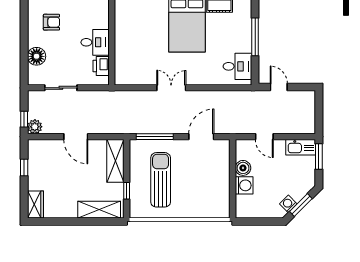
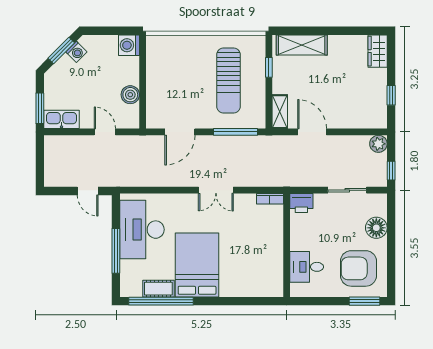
armchair: (51, 22) -> (358, 268), width x1.88, depth x1.88
desk: (95, 42) -> (307, 267), moved
printer: (101, 66) -> (301, 203), moved, turned 90
desk: (237, 66) -> (142, 230), width x1.87, depth x1.30
bookcase: (126, 81) -> (270, 199), added
window: (24, 119) -> (391, 171), moved
door: (76, 137) -> (312, 132), moved
shelving: (115, 161) -> (280, 112), width x0.67, depth x0.75
washing machine: (244, 185) -> (129, 45), moved

